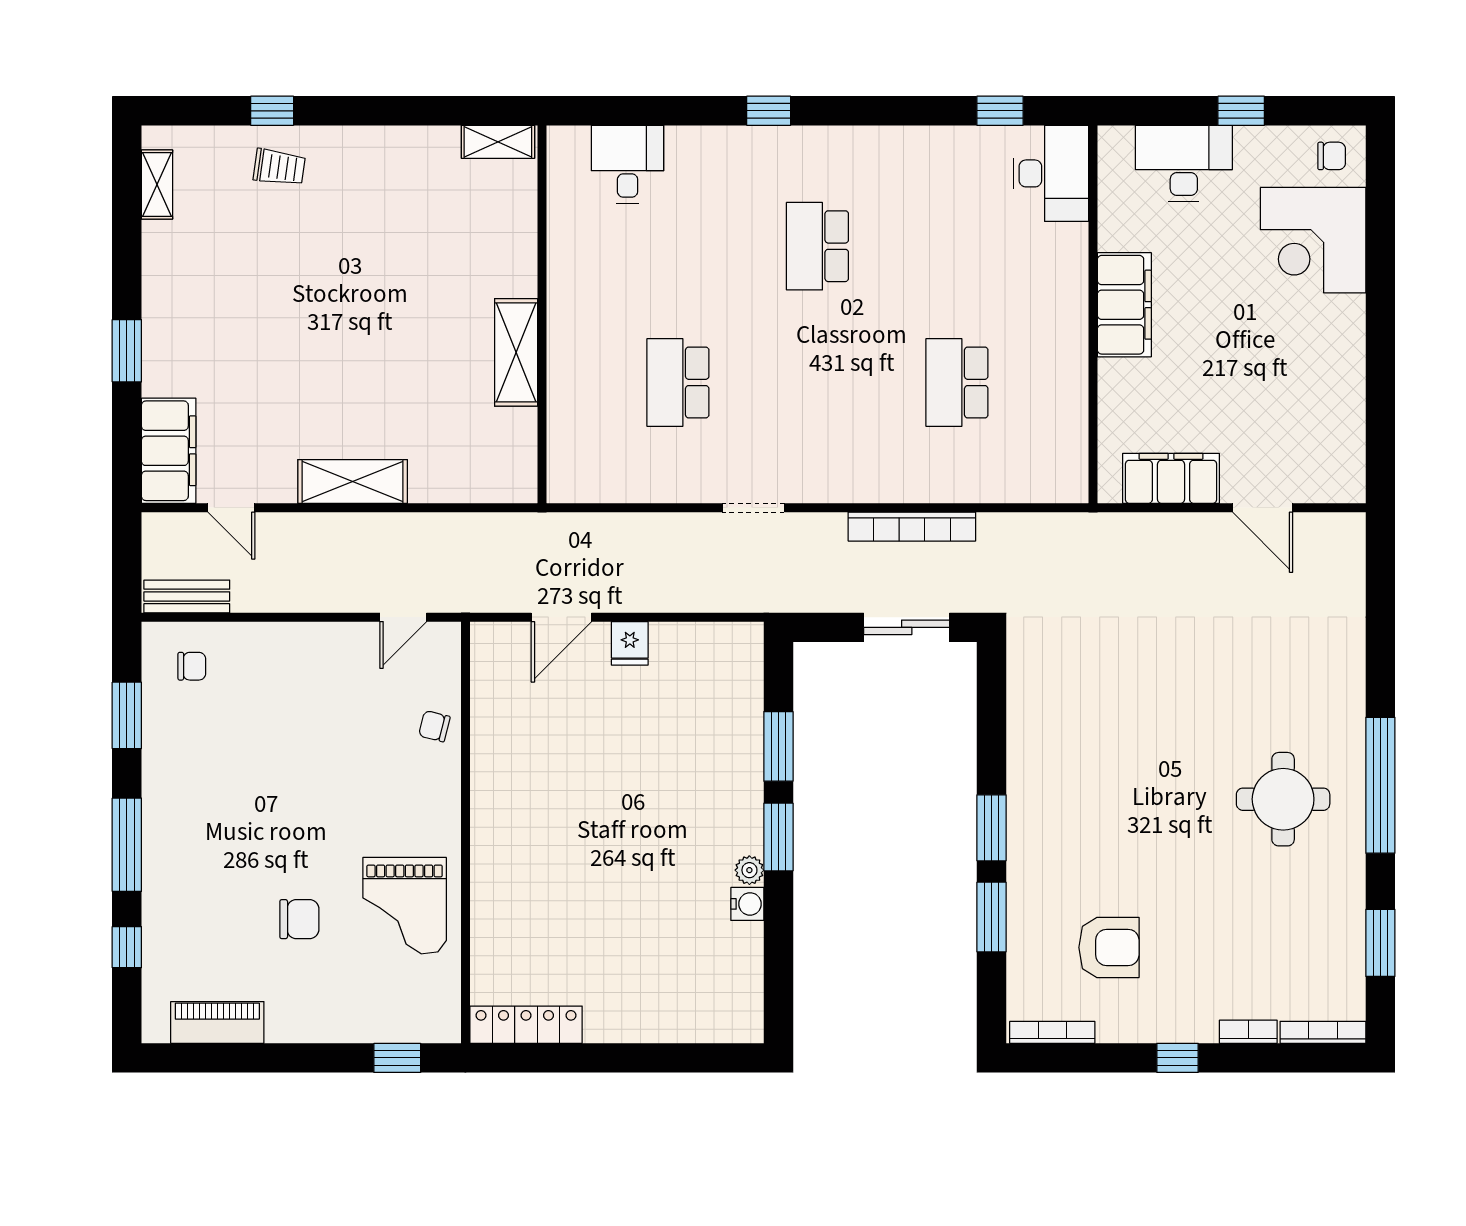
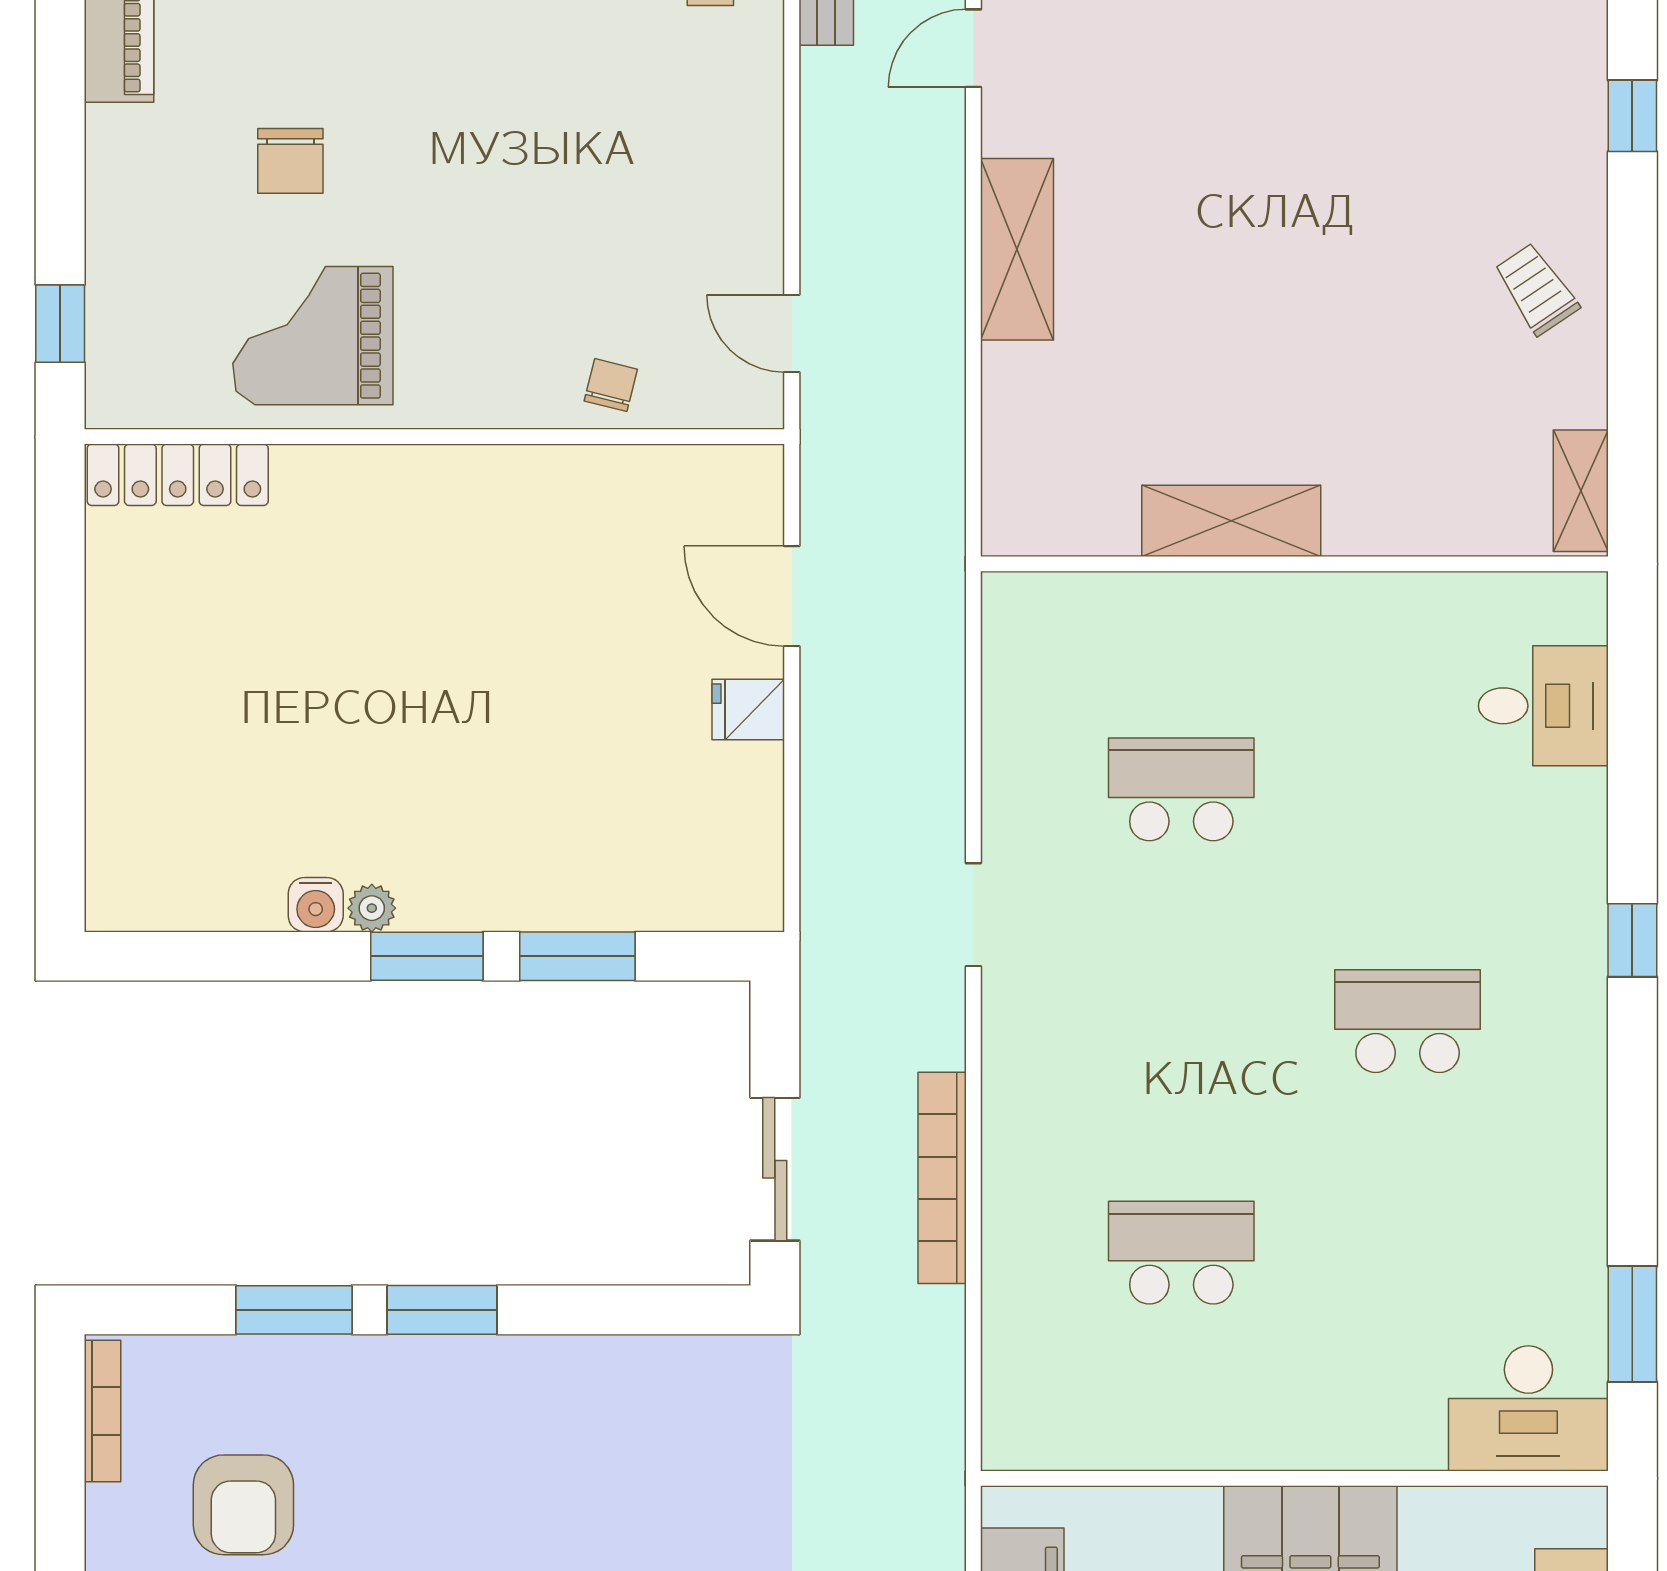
window: (1000, 111) -> (1632, 1324), width x1.50
trolley: (279, 167) -> (1536, 289), moved, turned 138
locker: (526, 1025) -> (178, 475), moved, turned 90

